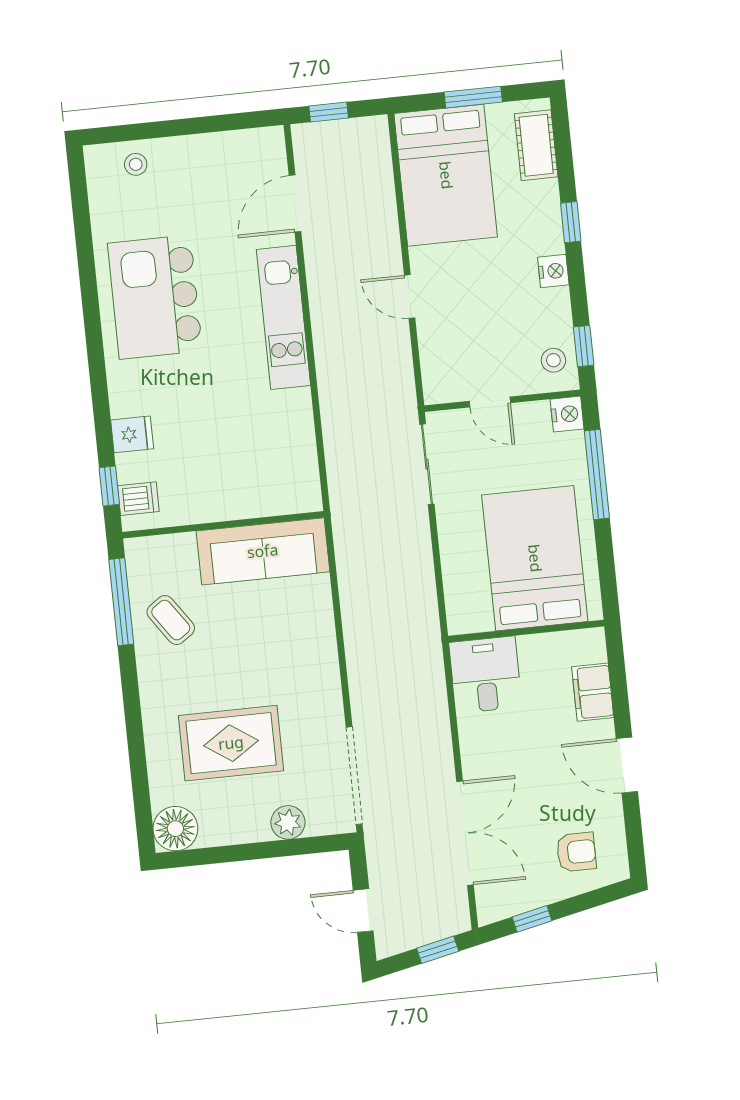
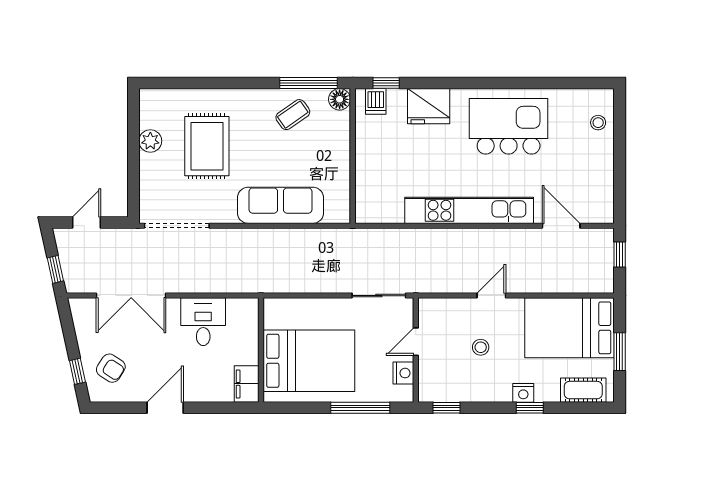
nightstand: (553, 271) -> (523, 393), moved
kitchen unit: (283, 317) -> (469, 210), width x1.36
stool: (553, 360) -> (481, 347), moved
nightstand: (567, 414) -> (403, 373), moved, turned -90
fridge: (132, 434) -> (429, 106), width x1.88, depth x1.34
sofa: (263, 551) -> (281, 205), moved, turned 90
desk: (485, 675) -> (203, 322), moved, turned -90
filing cabinet: (593, 692) -> (247, 384), moved, turned -90
plant: (288, 822) -> (150, 141), moved
floor lamp: (175, 829) -> (340, 99), moved, width x0.73, depth x0.73
armchair: (576, 852) -> (111, 368), turned -57
window: (532, 919) -> (77, 371), moved

